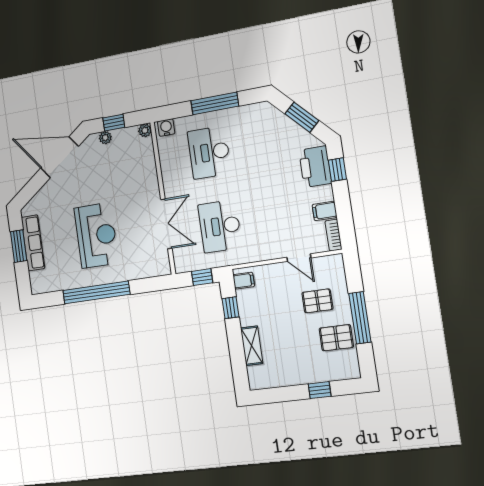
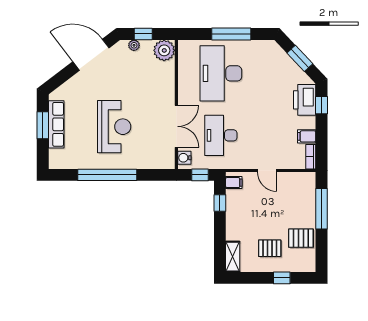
water cooler: (166, 128) -> (184, 158), moved, turned -90
plant: (145, 130) -> (164, 50), width x1.88, depth x1.88
desk: (209, 152) -> (221, 73), width x1.36, depth x1.30
door: (299, 258) -> (267, 170), moved
pallet: (317, 301) -> (270, 248), moved
window: (360, 318) -> (321, 209), moved
shelving: (252, 346) -> (233, 257), moved

